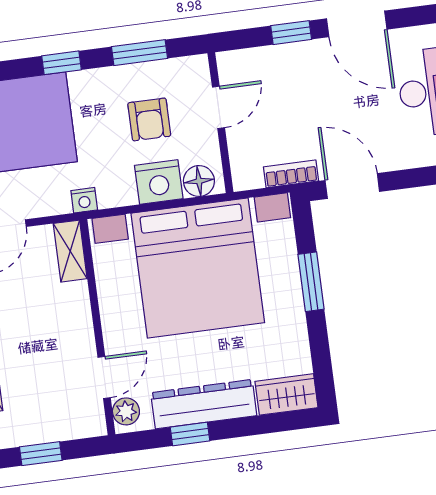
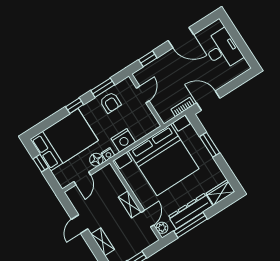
window: (291, 33) -> (148, 59), moved
armchair: (149, 119) -> (110, 103), moved
floor lamp: (199, 181) -> (96, 160), moved
nightstand: (159, 182) -> (123, 140), moved
shelving: (70, 251) -> (130, 204), moved
window: (190, 434) -> (191, 225), width x2.17

